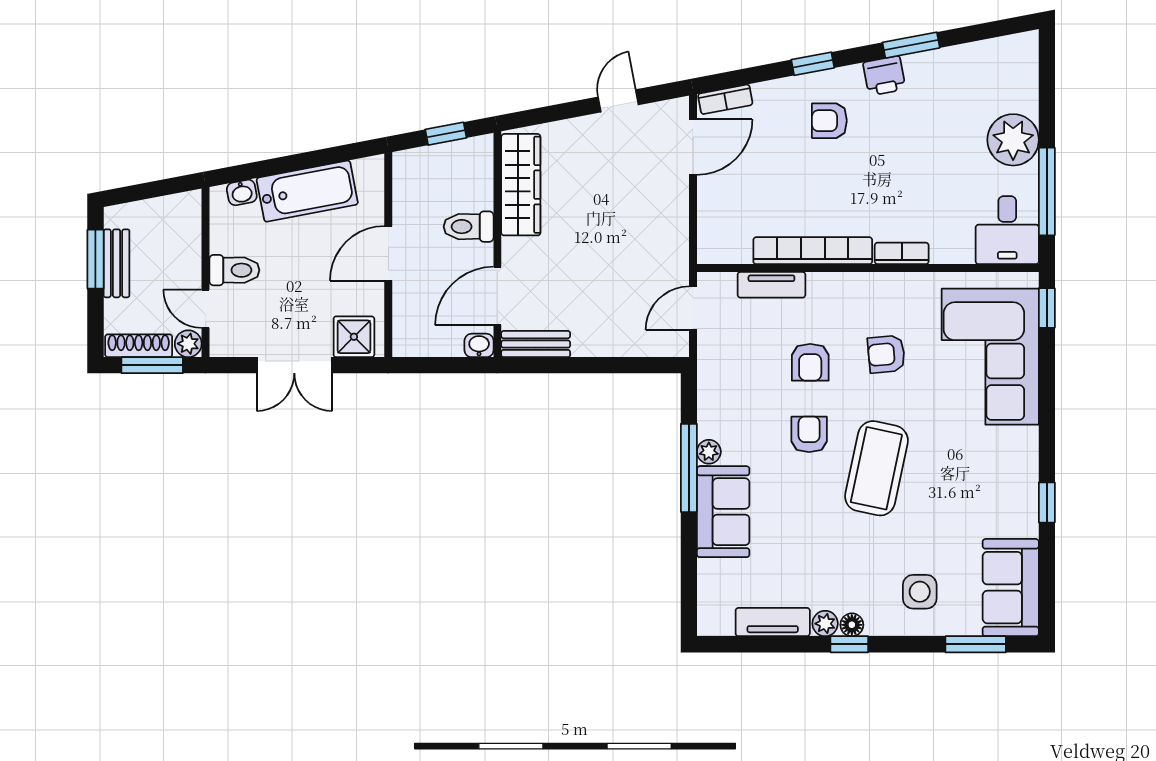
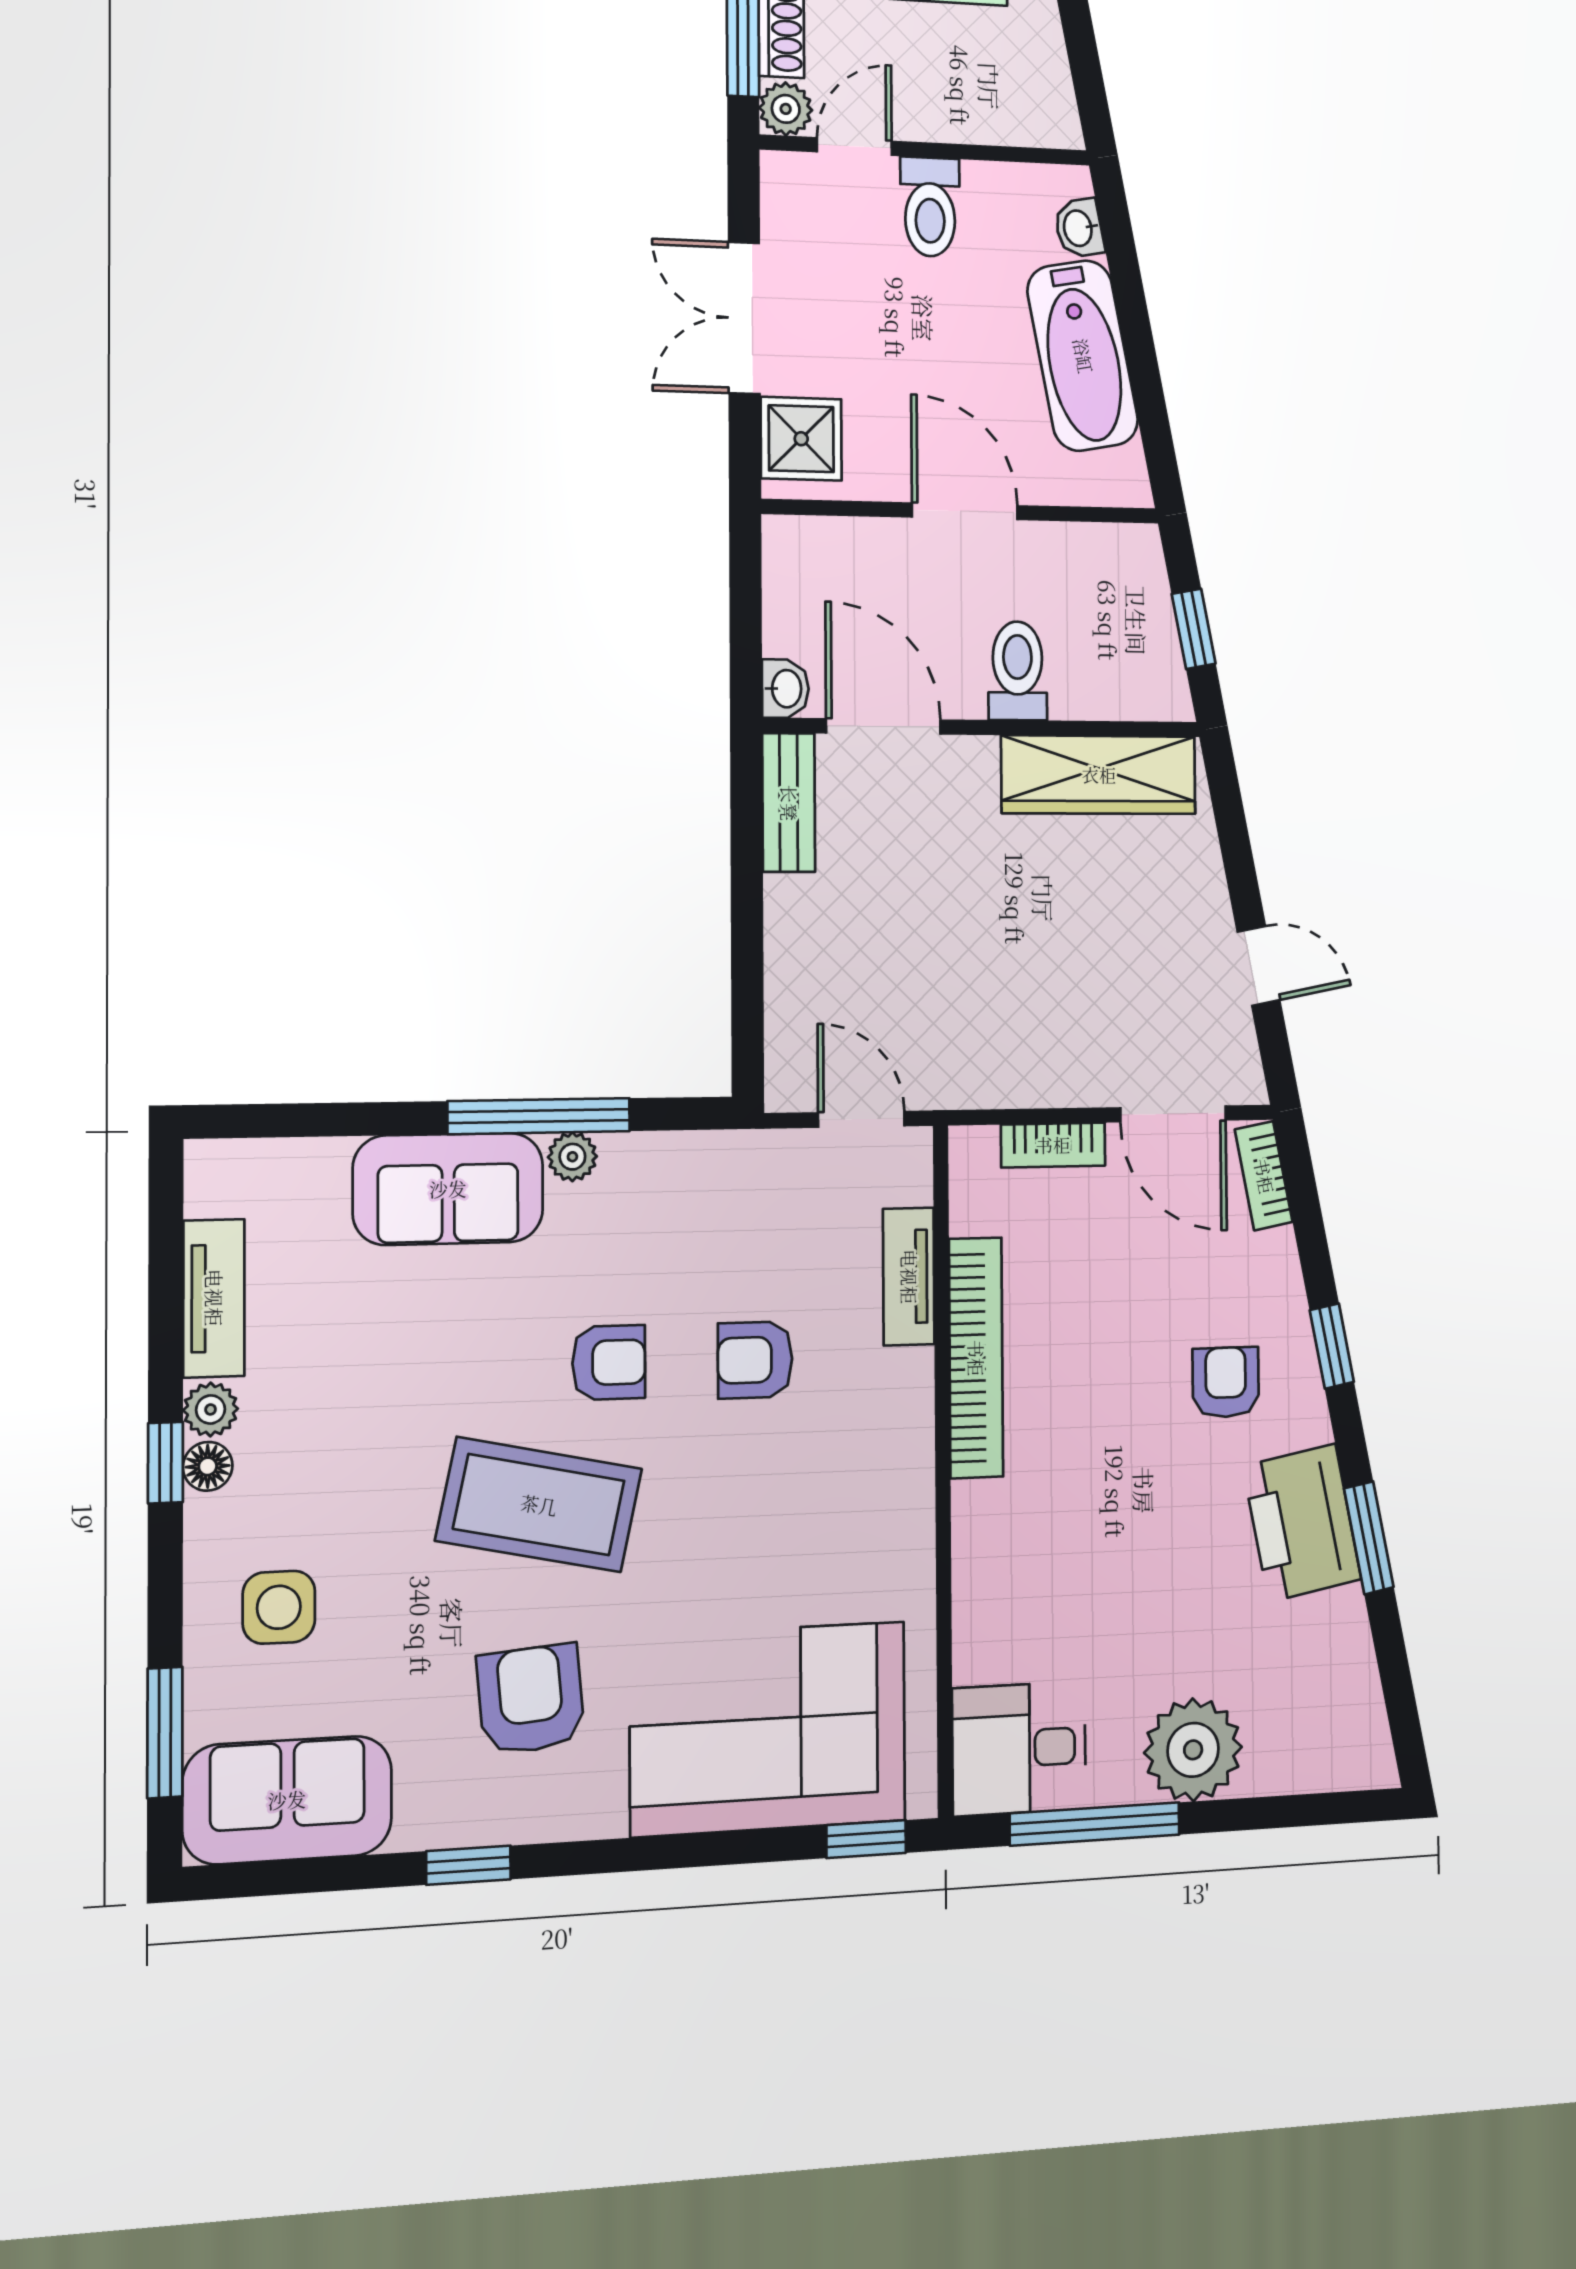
printer: (884, 76) -> (1302, 1523), width x1.87, depth x1.48
bookcase: (902, 253) -> (1053, 1145), moved, turned 90
armchair: (886, 354) -> (531, 1699), moved, width x1.38, depth x1.38

